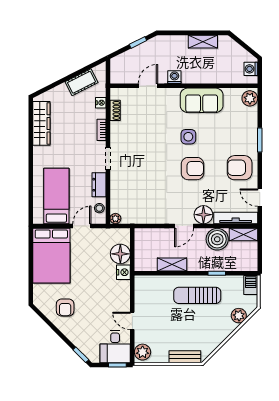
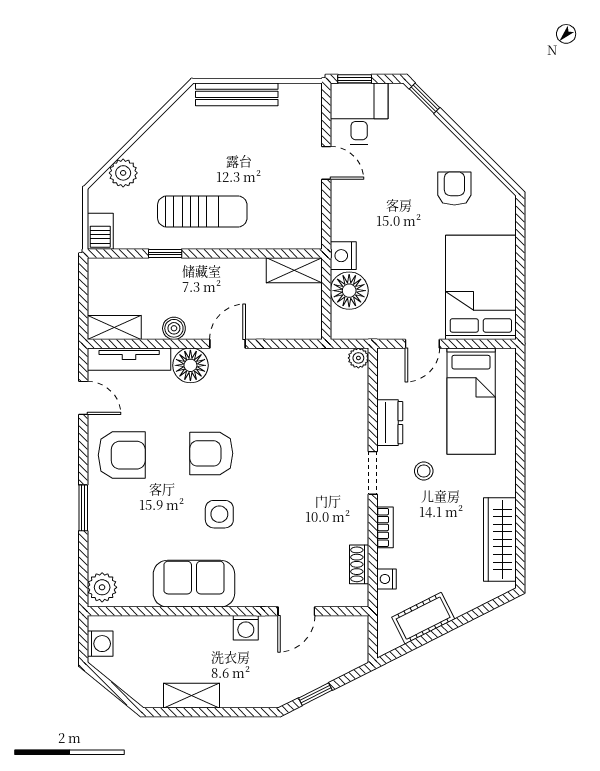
stool: (99, 208) -> (424, 471), moved
boiler: (217, 239) -> (174, 328), width x0.54, depth x0.54
shelving: (172, 265) -> (294, 270), moved
plant: (143, 352) -> (307, 103), removed
bench: (185, 357) -> (237, 94), width x1.36

